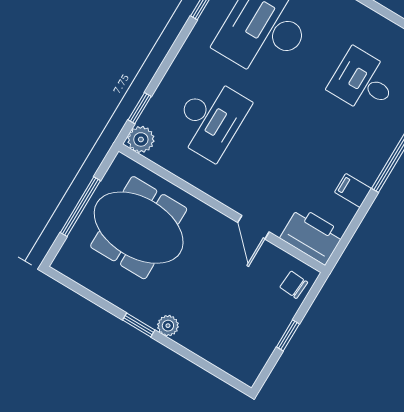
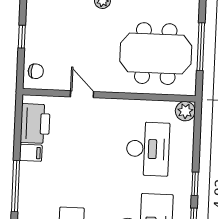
window: (140, 108) -> (195, 184), moved
desk: (210, 119) -> (148, 149), turned 180
printer: (312, 236) -> (35, 124), moved, turned -90

